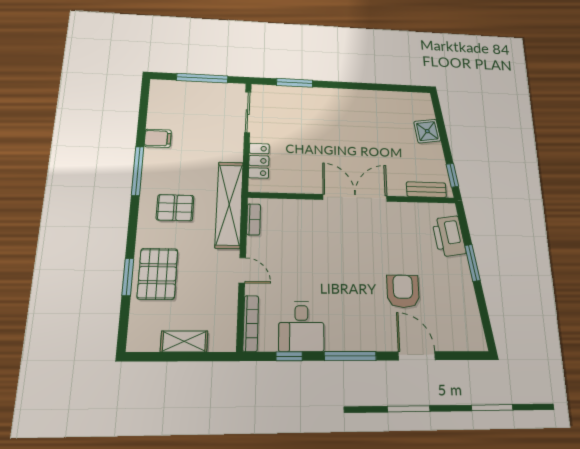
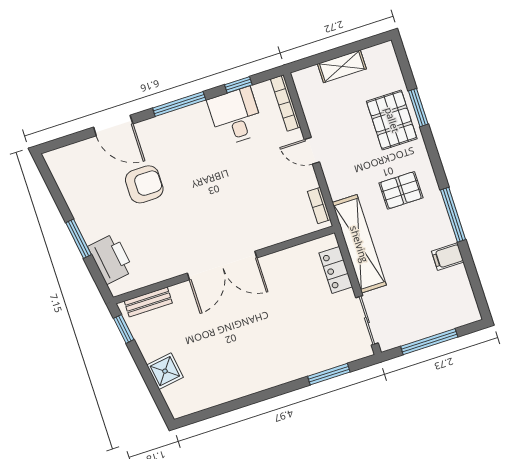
shelving: (229, 205) -> (359, 244), moved
armchair: (403, 291) -> (144, 184), turned -90

